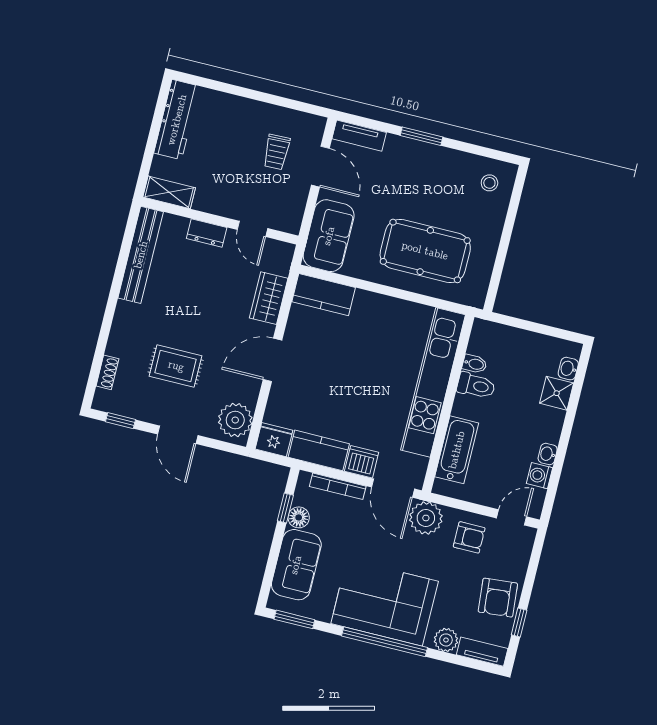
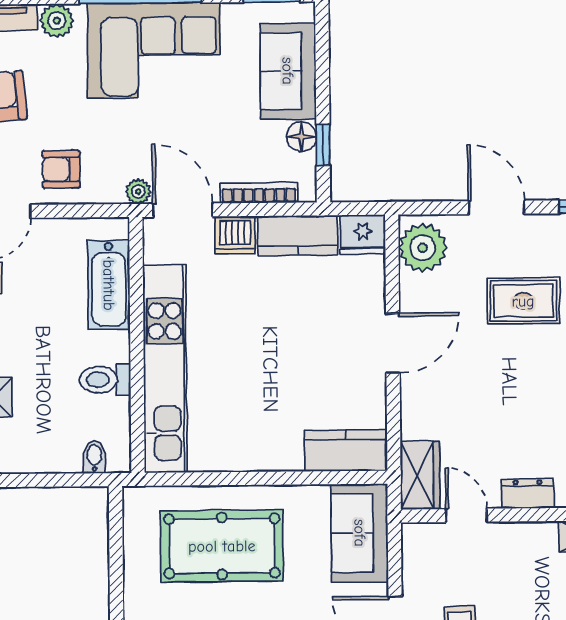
wardrobe: (269, 298) -> (420, 475), moved
bidet: (475, 364) -> (94, 457), moved, turned 90
plant: (426, 518) -> (138, 191), width x0.53, depth x0.53

